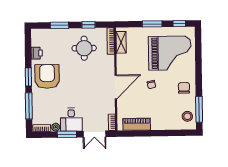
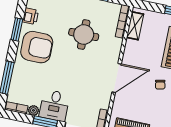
round table: (84, 48) -> (84, 35), moved
armchair: (47, 76) -> (37, 47), turned 90
window: (28, 77) -> (17, 29), moved

